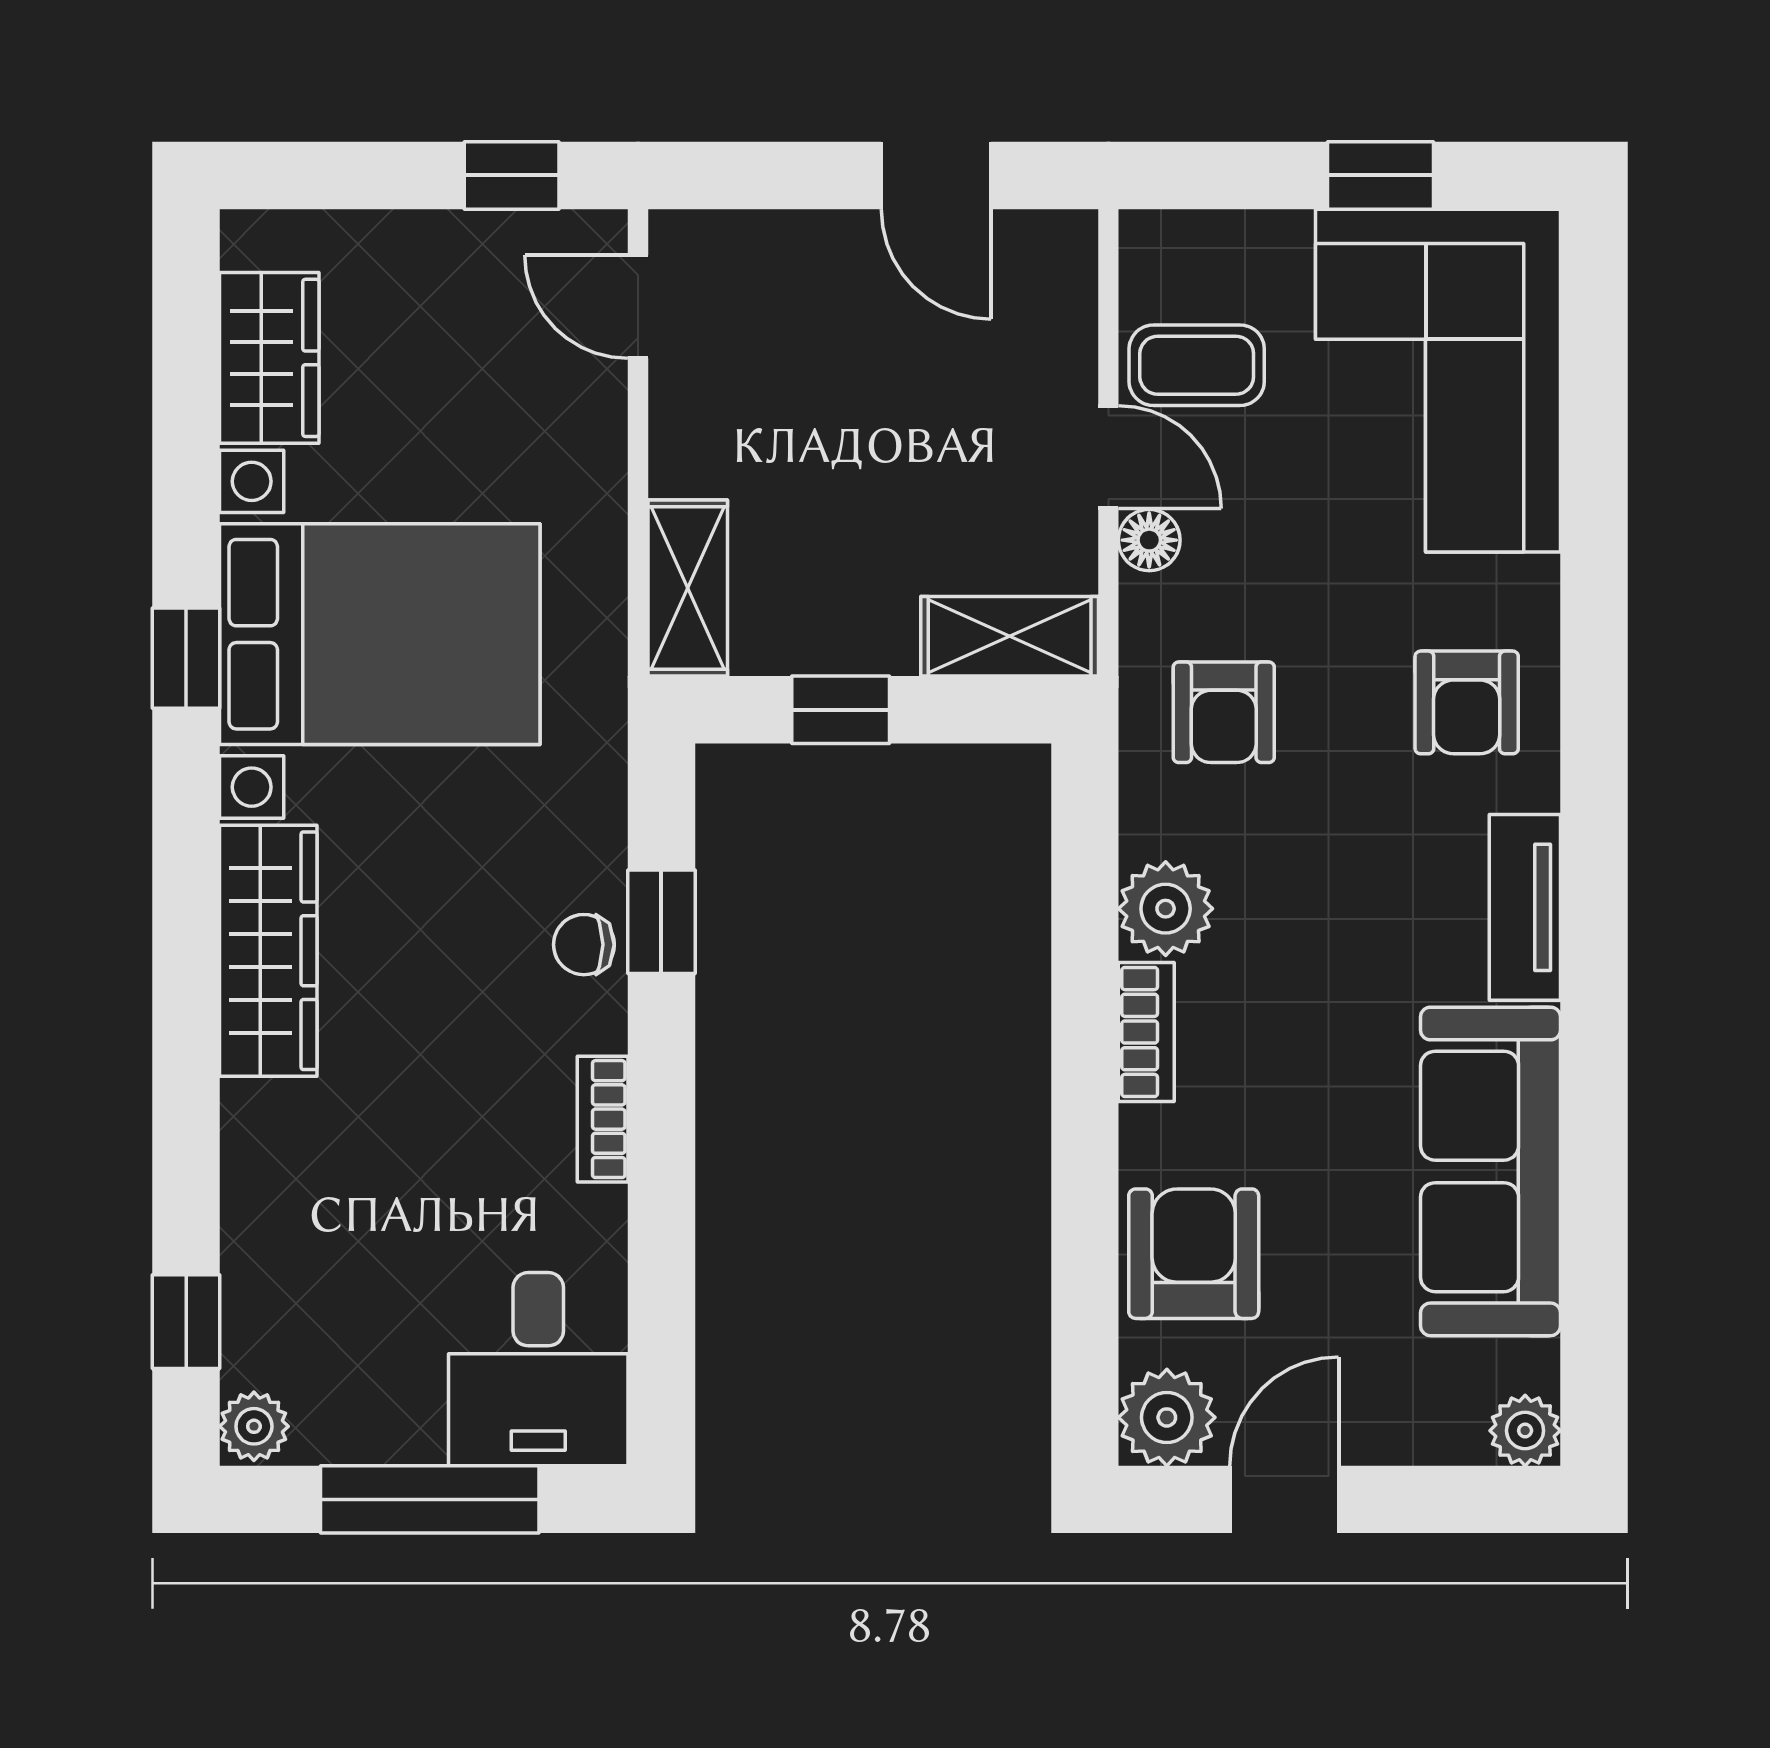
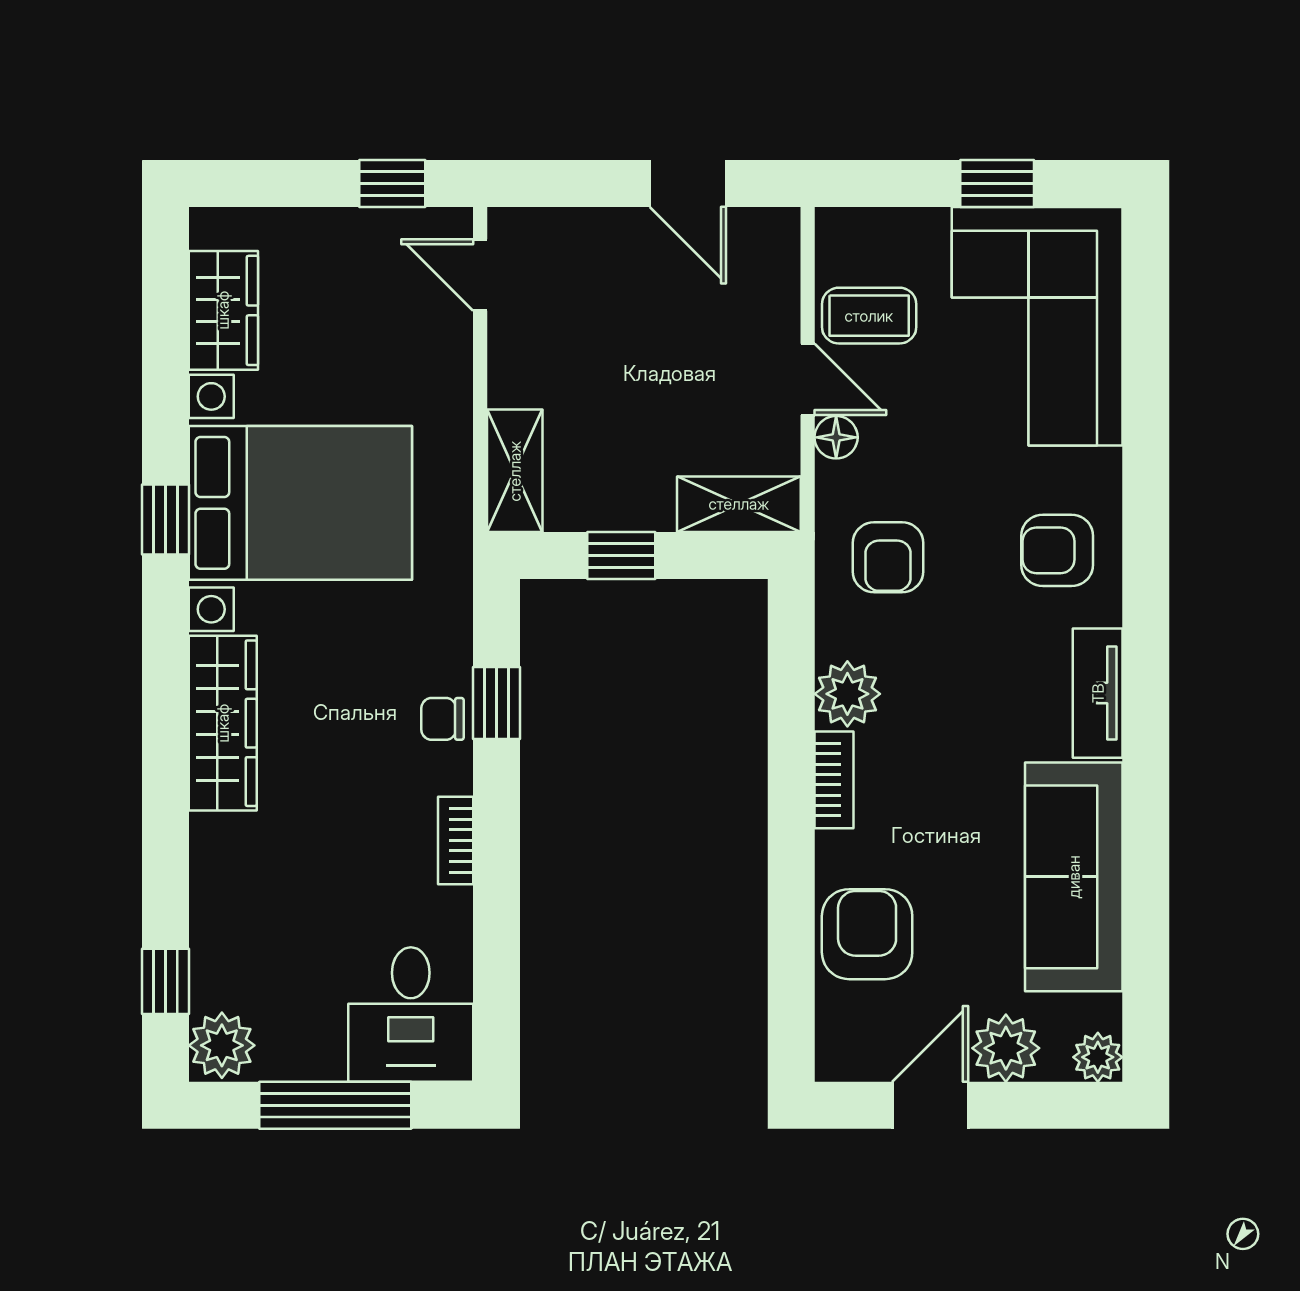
armchair: (1467, 702) -> (1057, 550), turned 90
plant: (1167, 1417) -> (1006, 1048), moved
plant: (254, 1426) -> (222, 1045), width x1.38, depth x1.38

